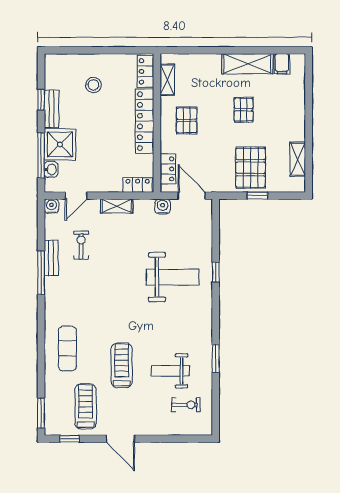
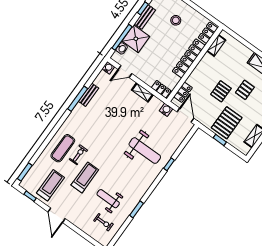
pallet: (187, 120) -> (221, 91), moved
exercise bike: (81, 245) -> (78, 155), moved

